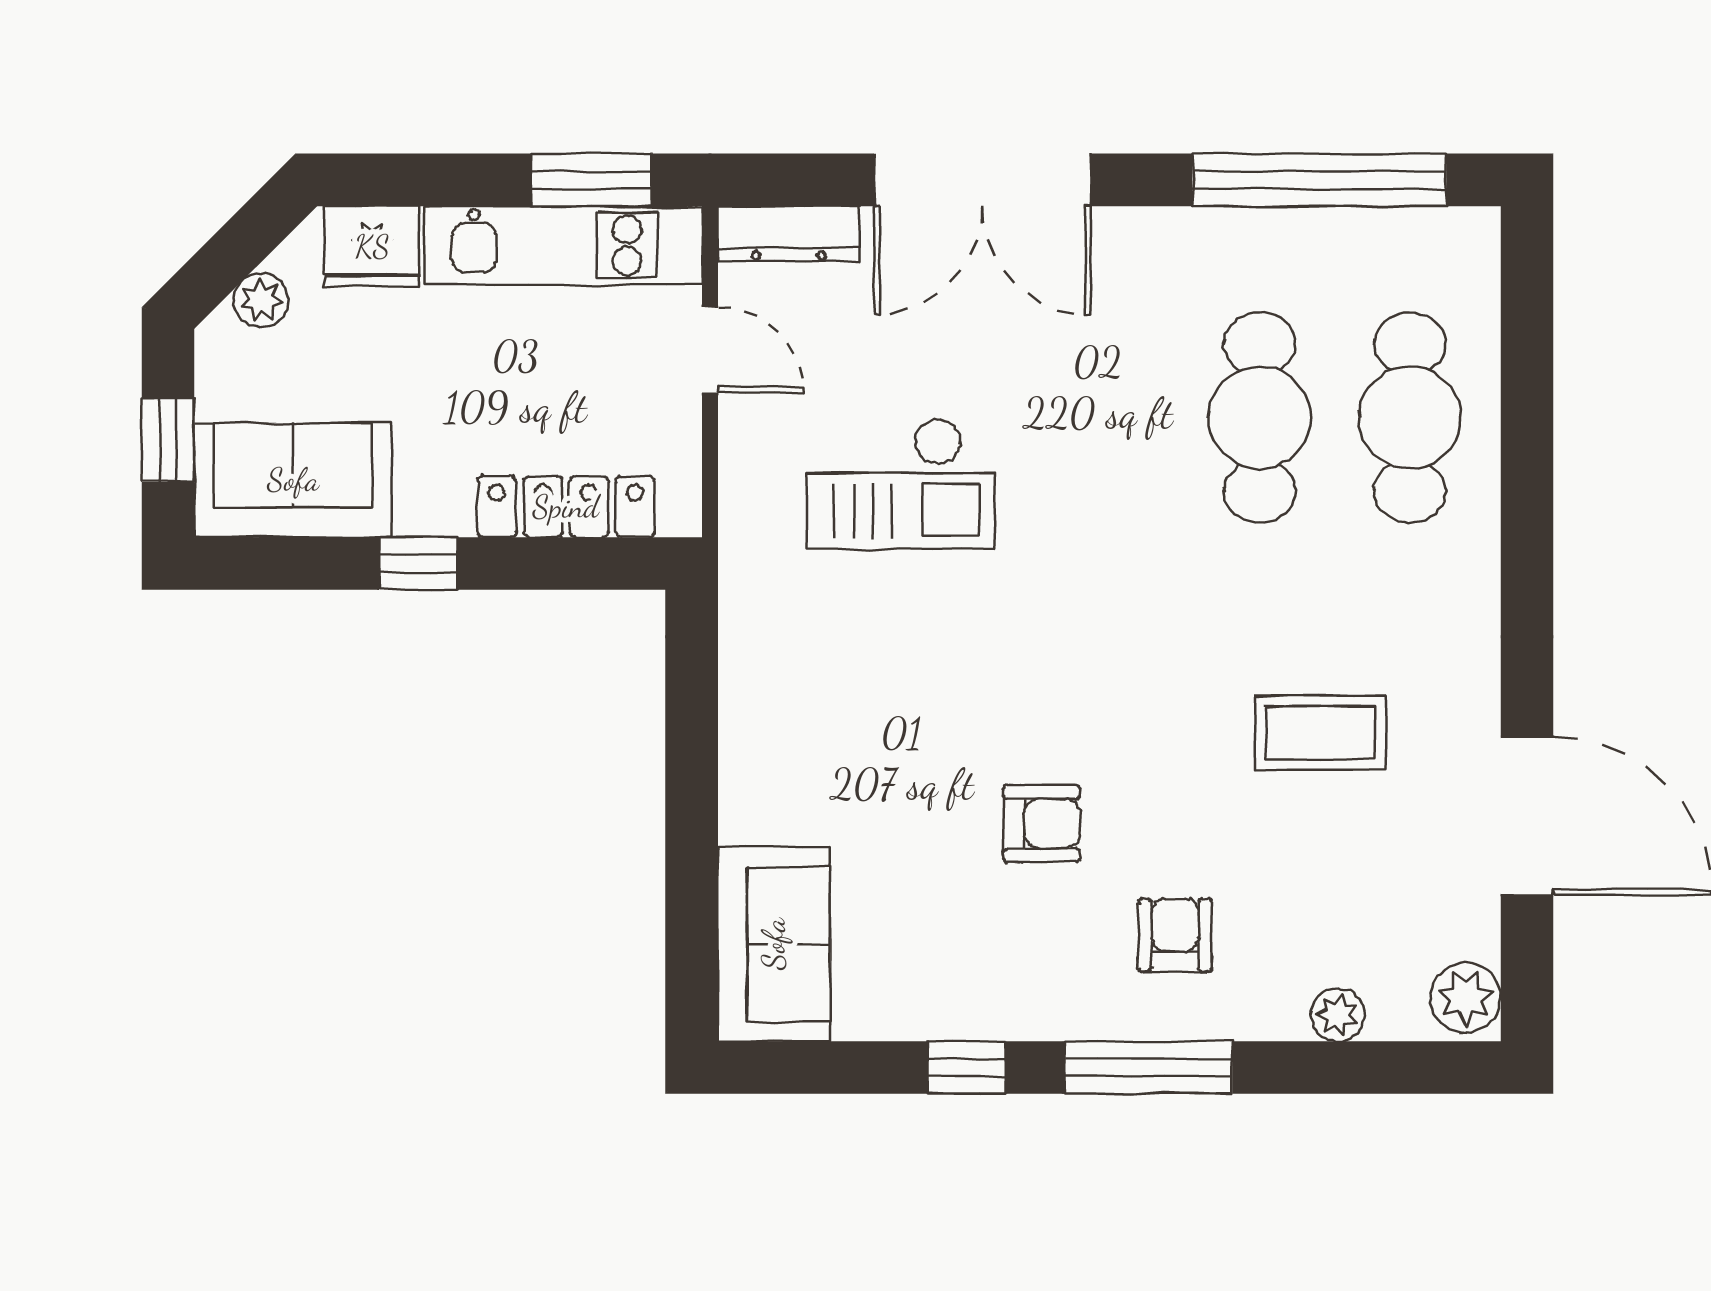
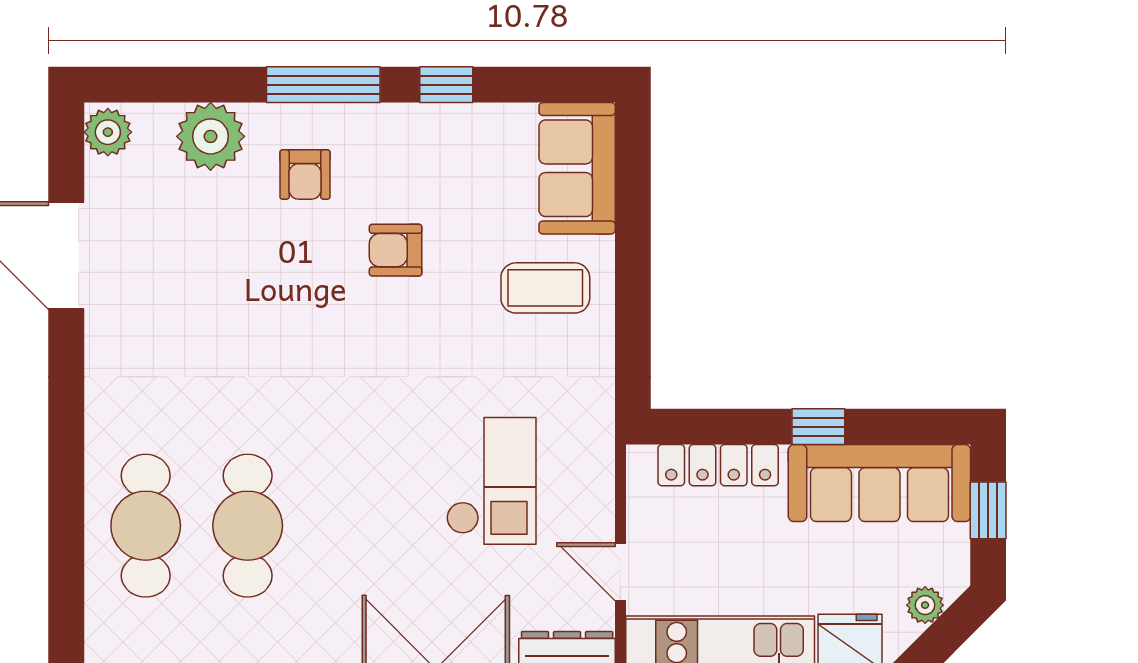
sofa: (293, 480) -> (879, 483), width x1.36
checkout: (901, 483) -> (491, 481), turned 90
coffee table: (1320, 733) -> (545, 288), moved
plant: (1338, 1015) -> (211, 136), width x1.88, depth x1.88

